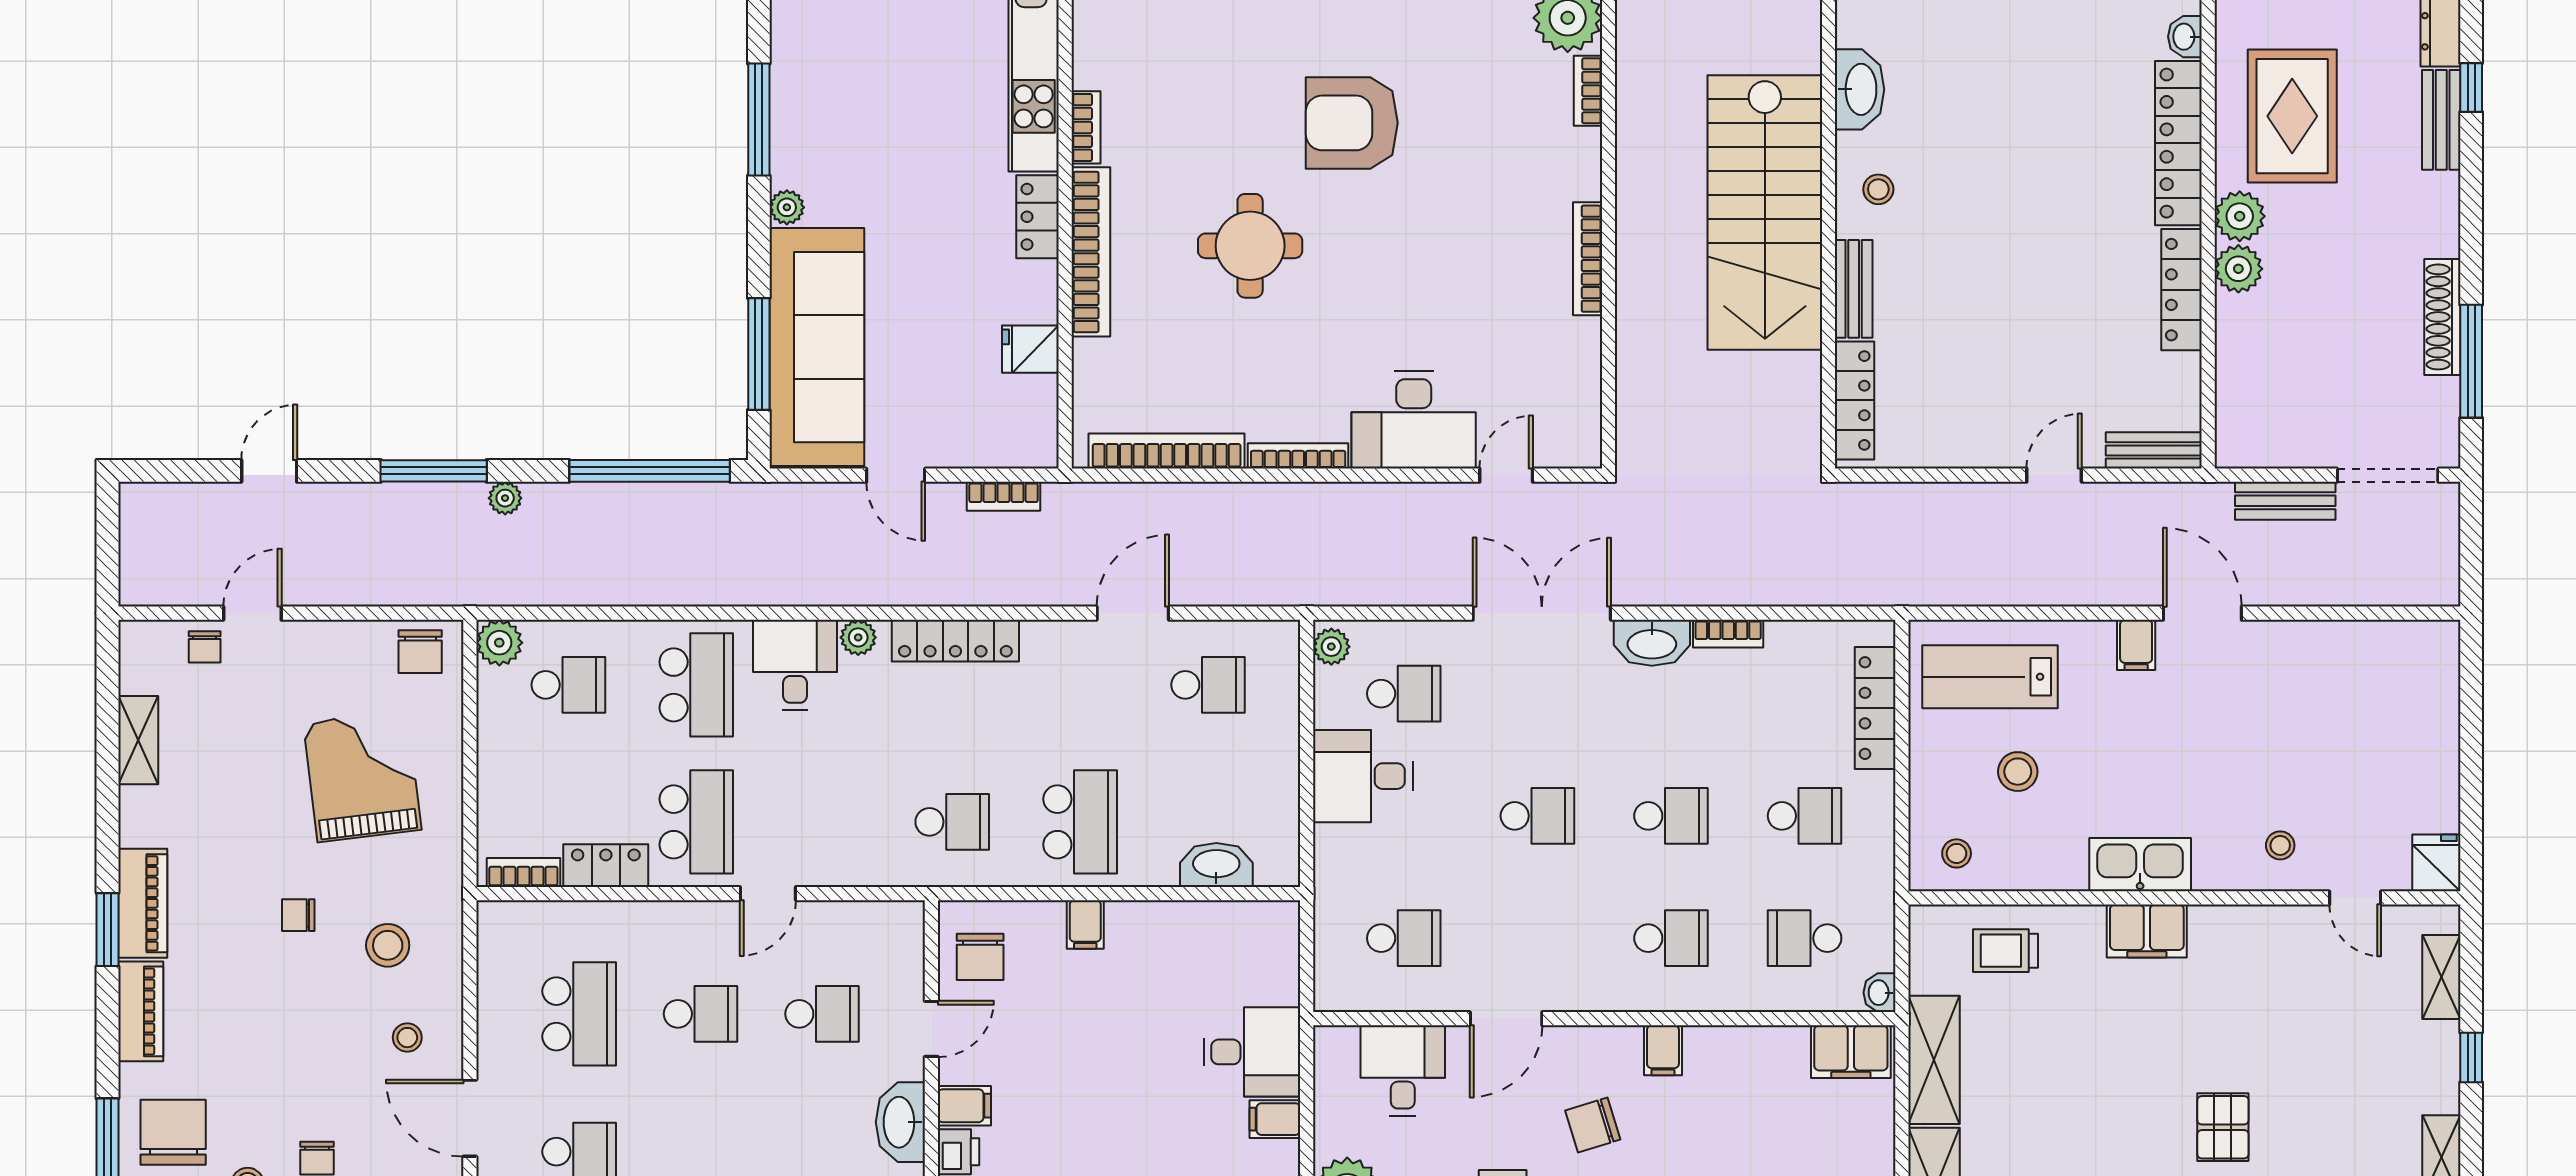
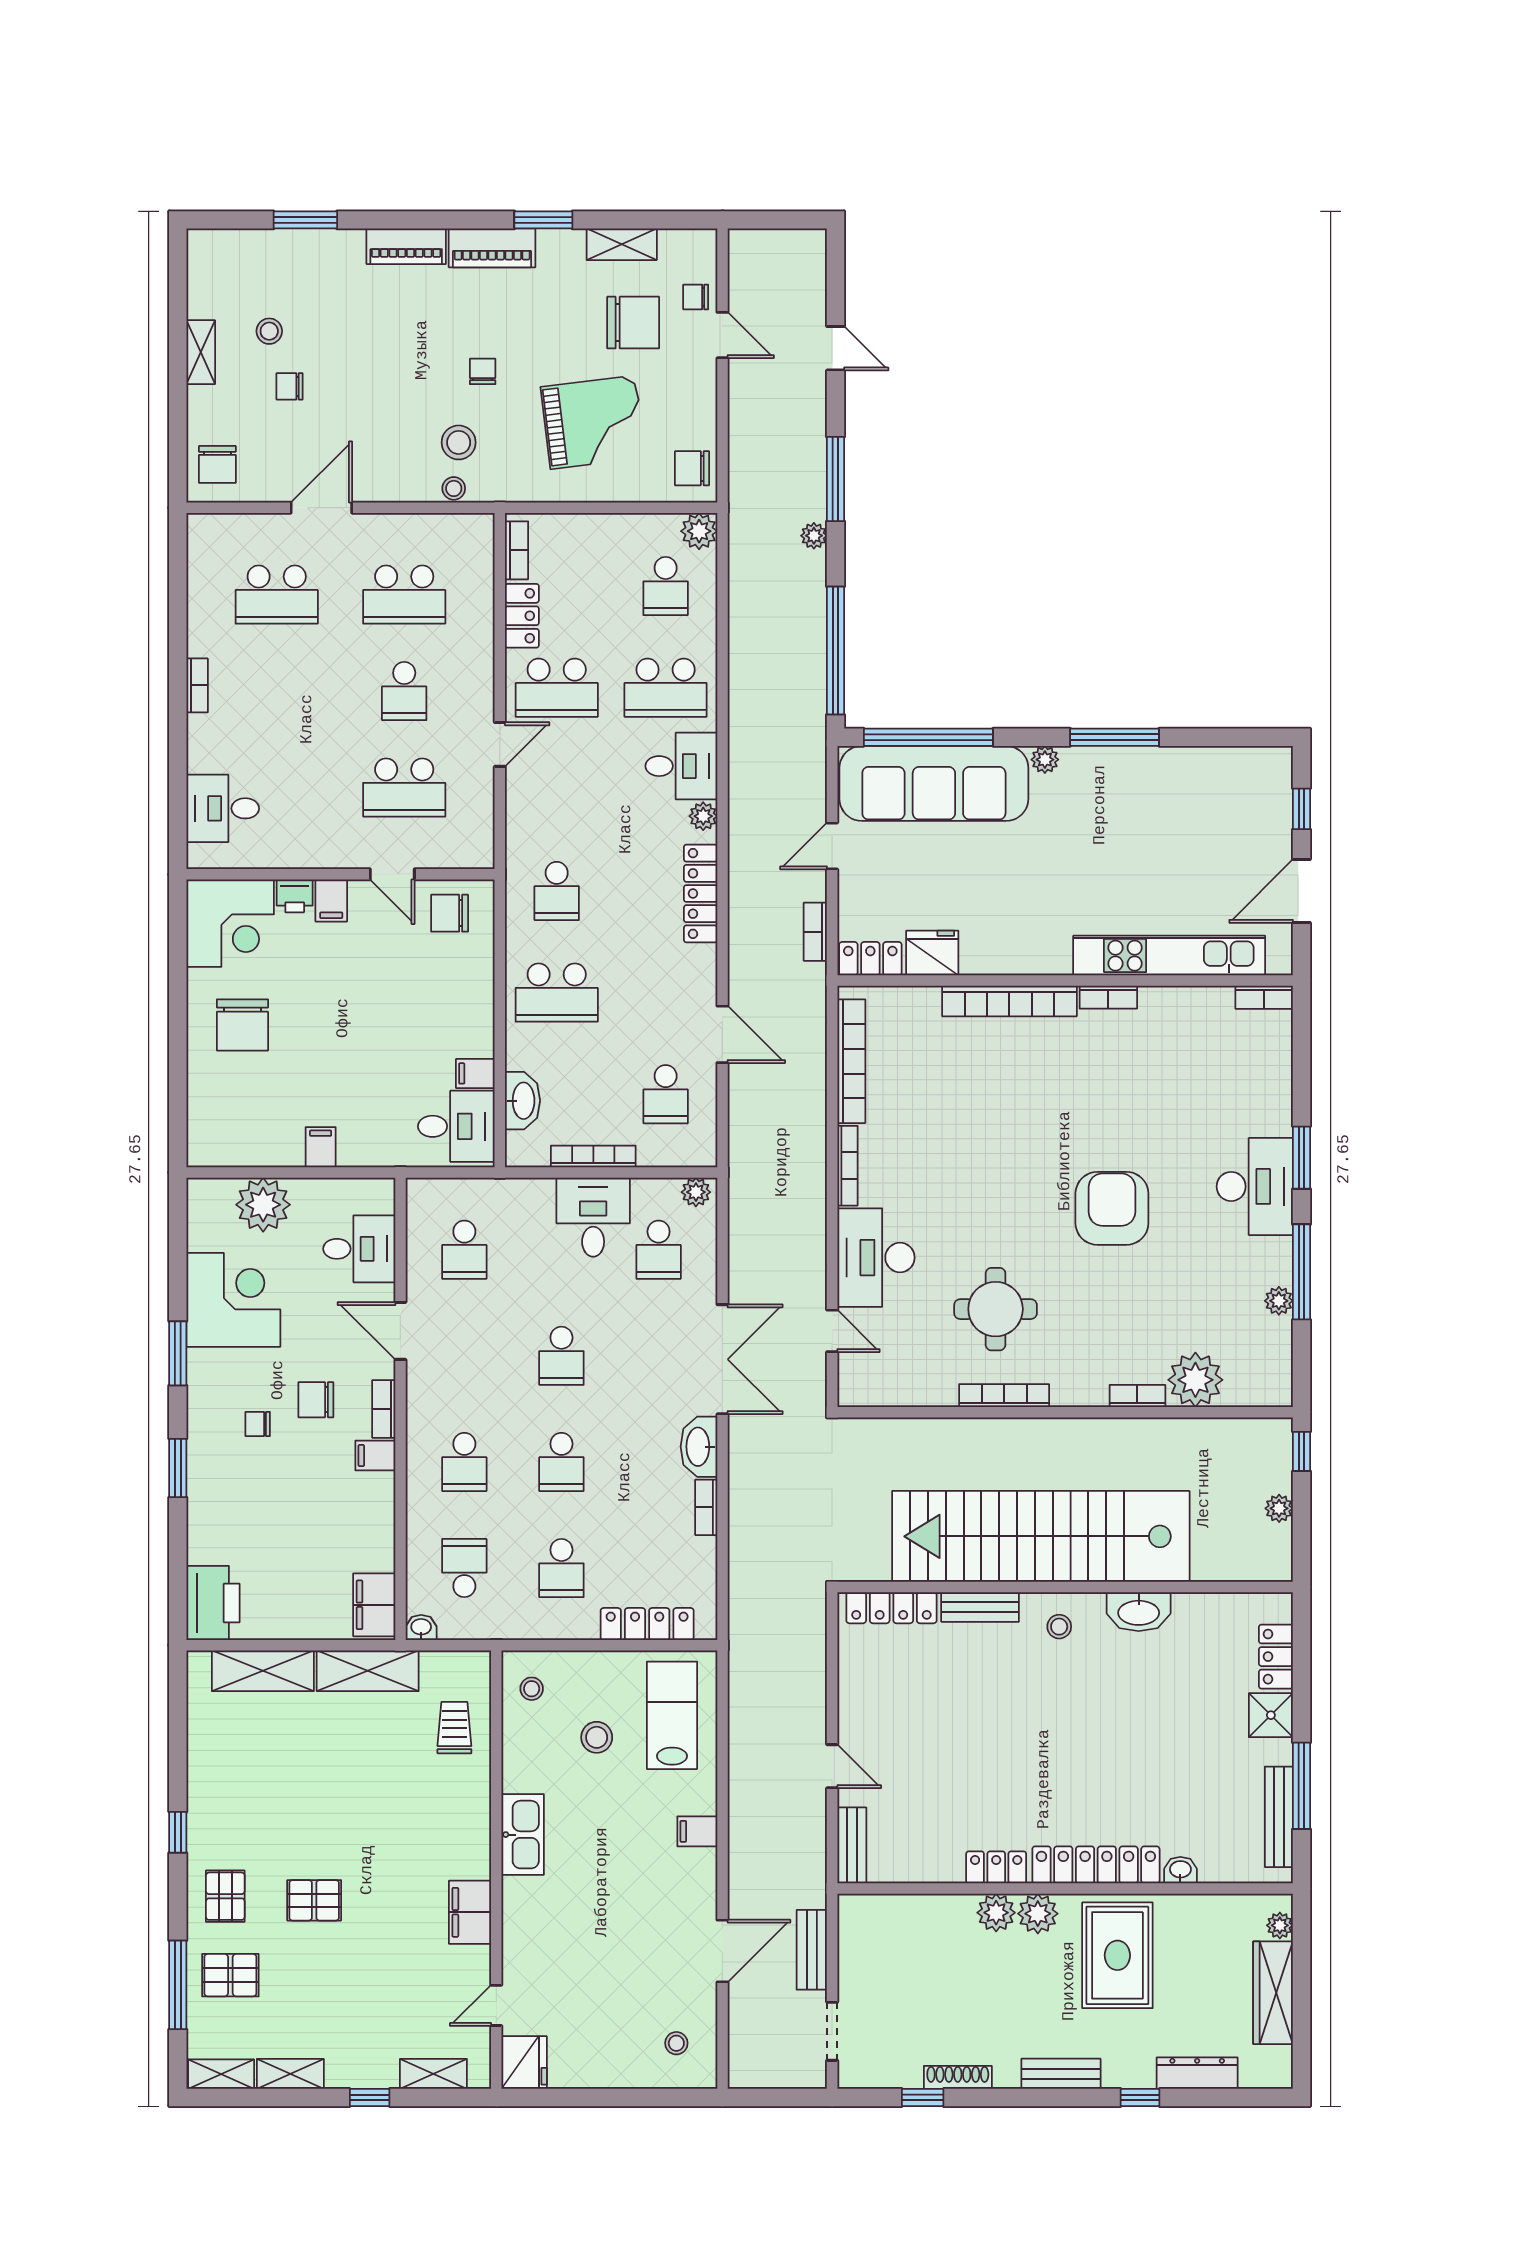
rug: (2292, 116) -> (1117, 1955), turned 90
bench: (2441, 120) -> (1061, 2074), moved
stairs: (1765, 212) -> (1041, 1536), width x1.36
locker: (1038, 217) -> (870, 959), moved
round table: (1250, 246) -> (996, 1309), moved
locker: (2181, 290) -> (996, 1867), width x0.66
shoe rack: (2442, 317) -> (958, 2077), width x0.74, depth x0.81
fridge: (1030, 349) -> (932, 953), width x1.38
window: (759, 354) -> (928, 737), width x1.46
window: (2471, 361) -> (923, 2098), width x0.46
doorway: (2388, 475) -> (832, 2031), width x0.73
door: (2202, 613) -> (722, 1951), moved
bookcase: (1286, 776) -> (593, 1156), added
stool: (2280, 845) -> (676, 2043), moved
fridge: (2436, 863) -> (524, 2063), width x1.38
door: (768, 894) -> (500, 744), swing flipped
filing cabinet: (1085, 924) -> (475, 1073), moved
window: (108, 930) -> (543, 220), moved
filing cabinet: (2147, 931) -> (470, 1912), moved
school desk: (822, 1014) -> (404, 787), width x1.85
stool: (407, 1038) -> (454, 488), moved
bookcase: (1604, 1040) -> (384, 1409), added
desk: (1252, 1052) -> (456, 1126), moved, turned -90
washbasin: (900, 1122) -> (318, 850), removed
chair: (1593, 1125) -> (316, 1400), turned -73
chair: (173, 1132) -> (633, 323), moved

